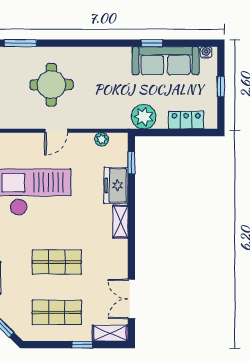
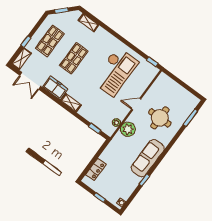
sofa: (166, 61) -> (148, 158), moved
plant: (144, 117) -> (128, 129), moved
door: (56, 131) -> (136, 104), hinge flipped
freezer: (116, 185) -> (55, 88), moved
double door: (131, 299) -> (30, 81), swing flipped

